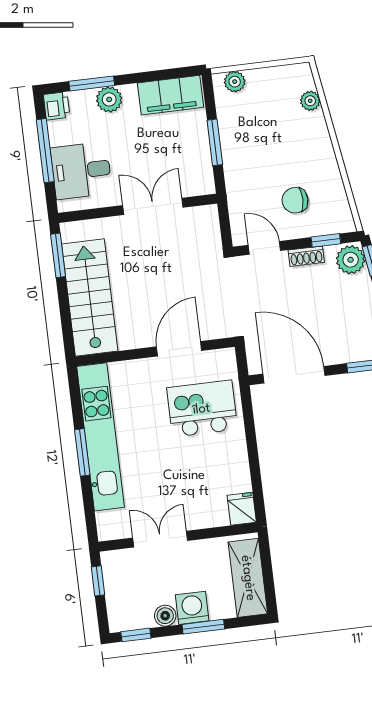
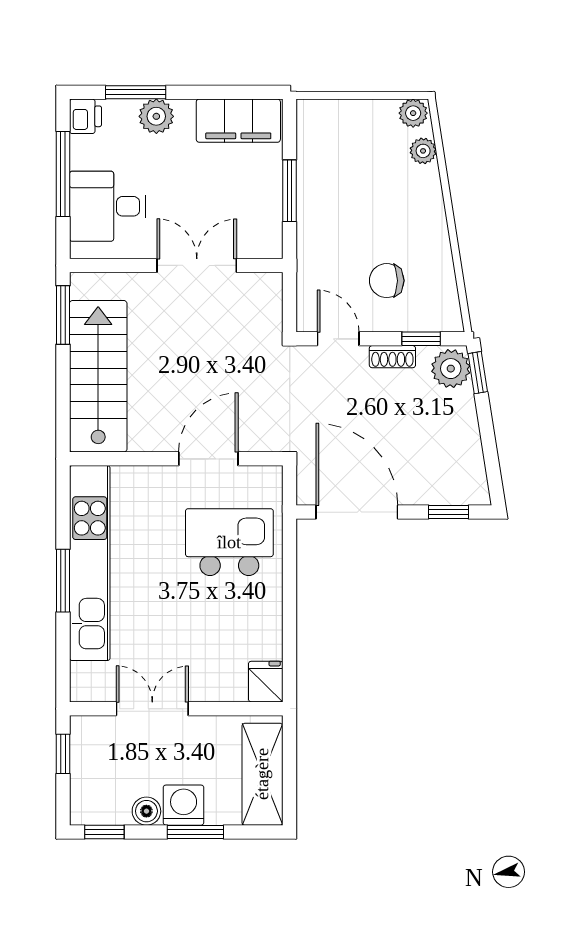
plant: (235, 82) -> (413, 113), moved

